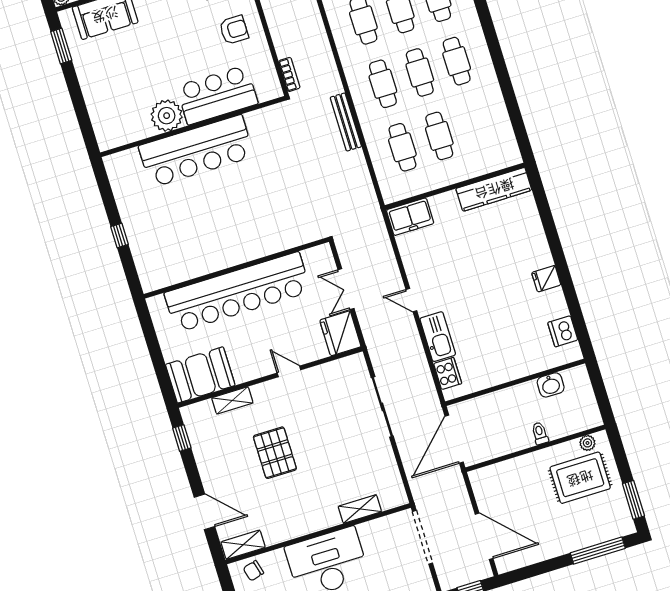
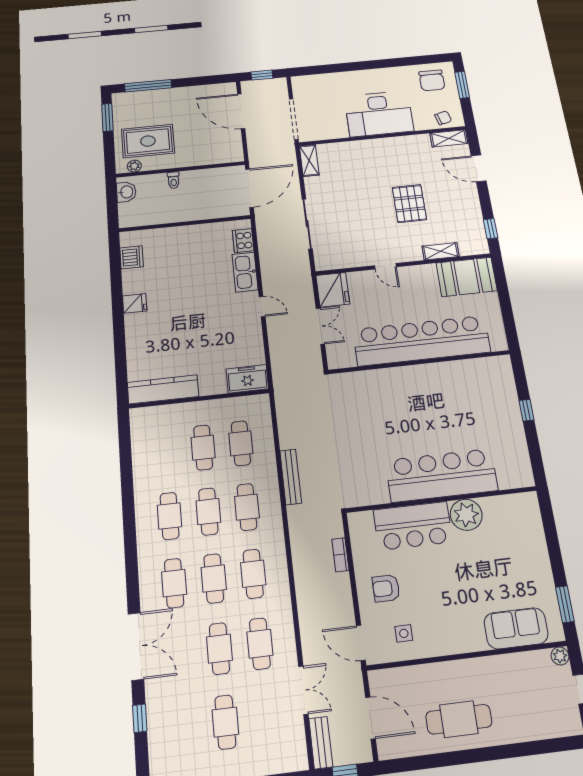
bookcase: (289, 74) -> (340, 555), moved
washbasin: (551, 385) -> (126, 192), moved, turned 90
shelving: (360, 509) -> (309, 160), moved, turned 90

